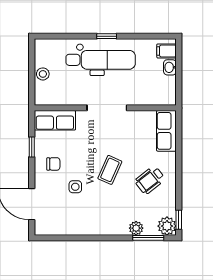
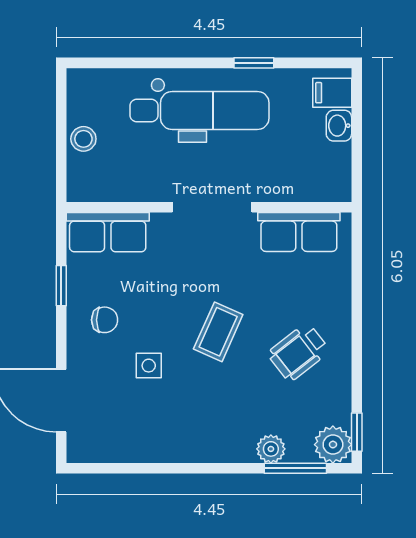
window: (107, 36) -> (254, 63), moved
row of seats: (166, 131) -> (299, 232), moved, turned -90

